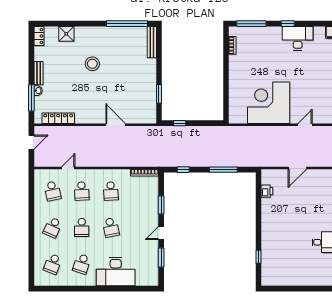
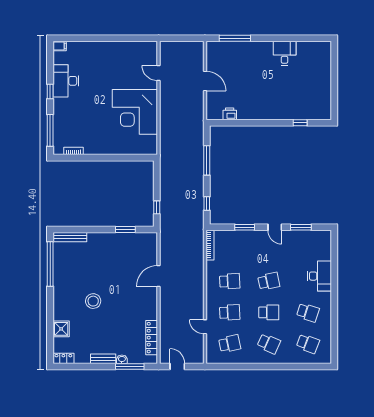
desk: (116, 271) -> (319, 276), width x0.73, depth x0.77

